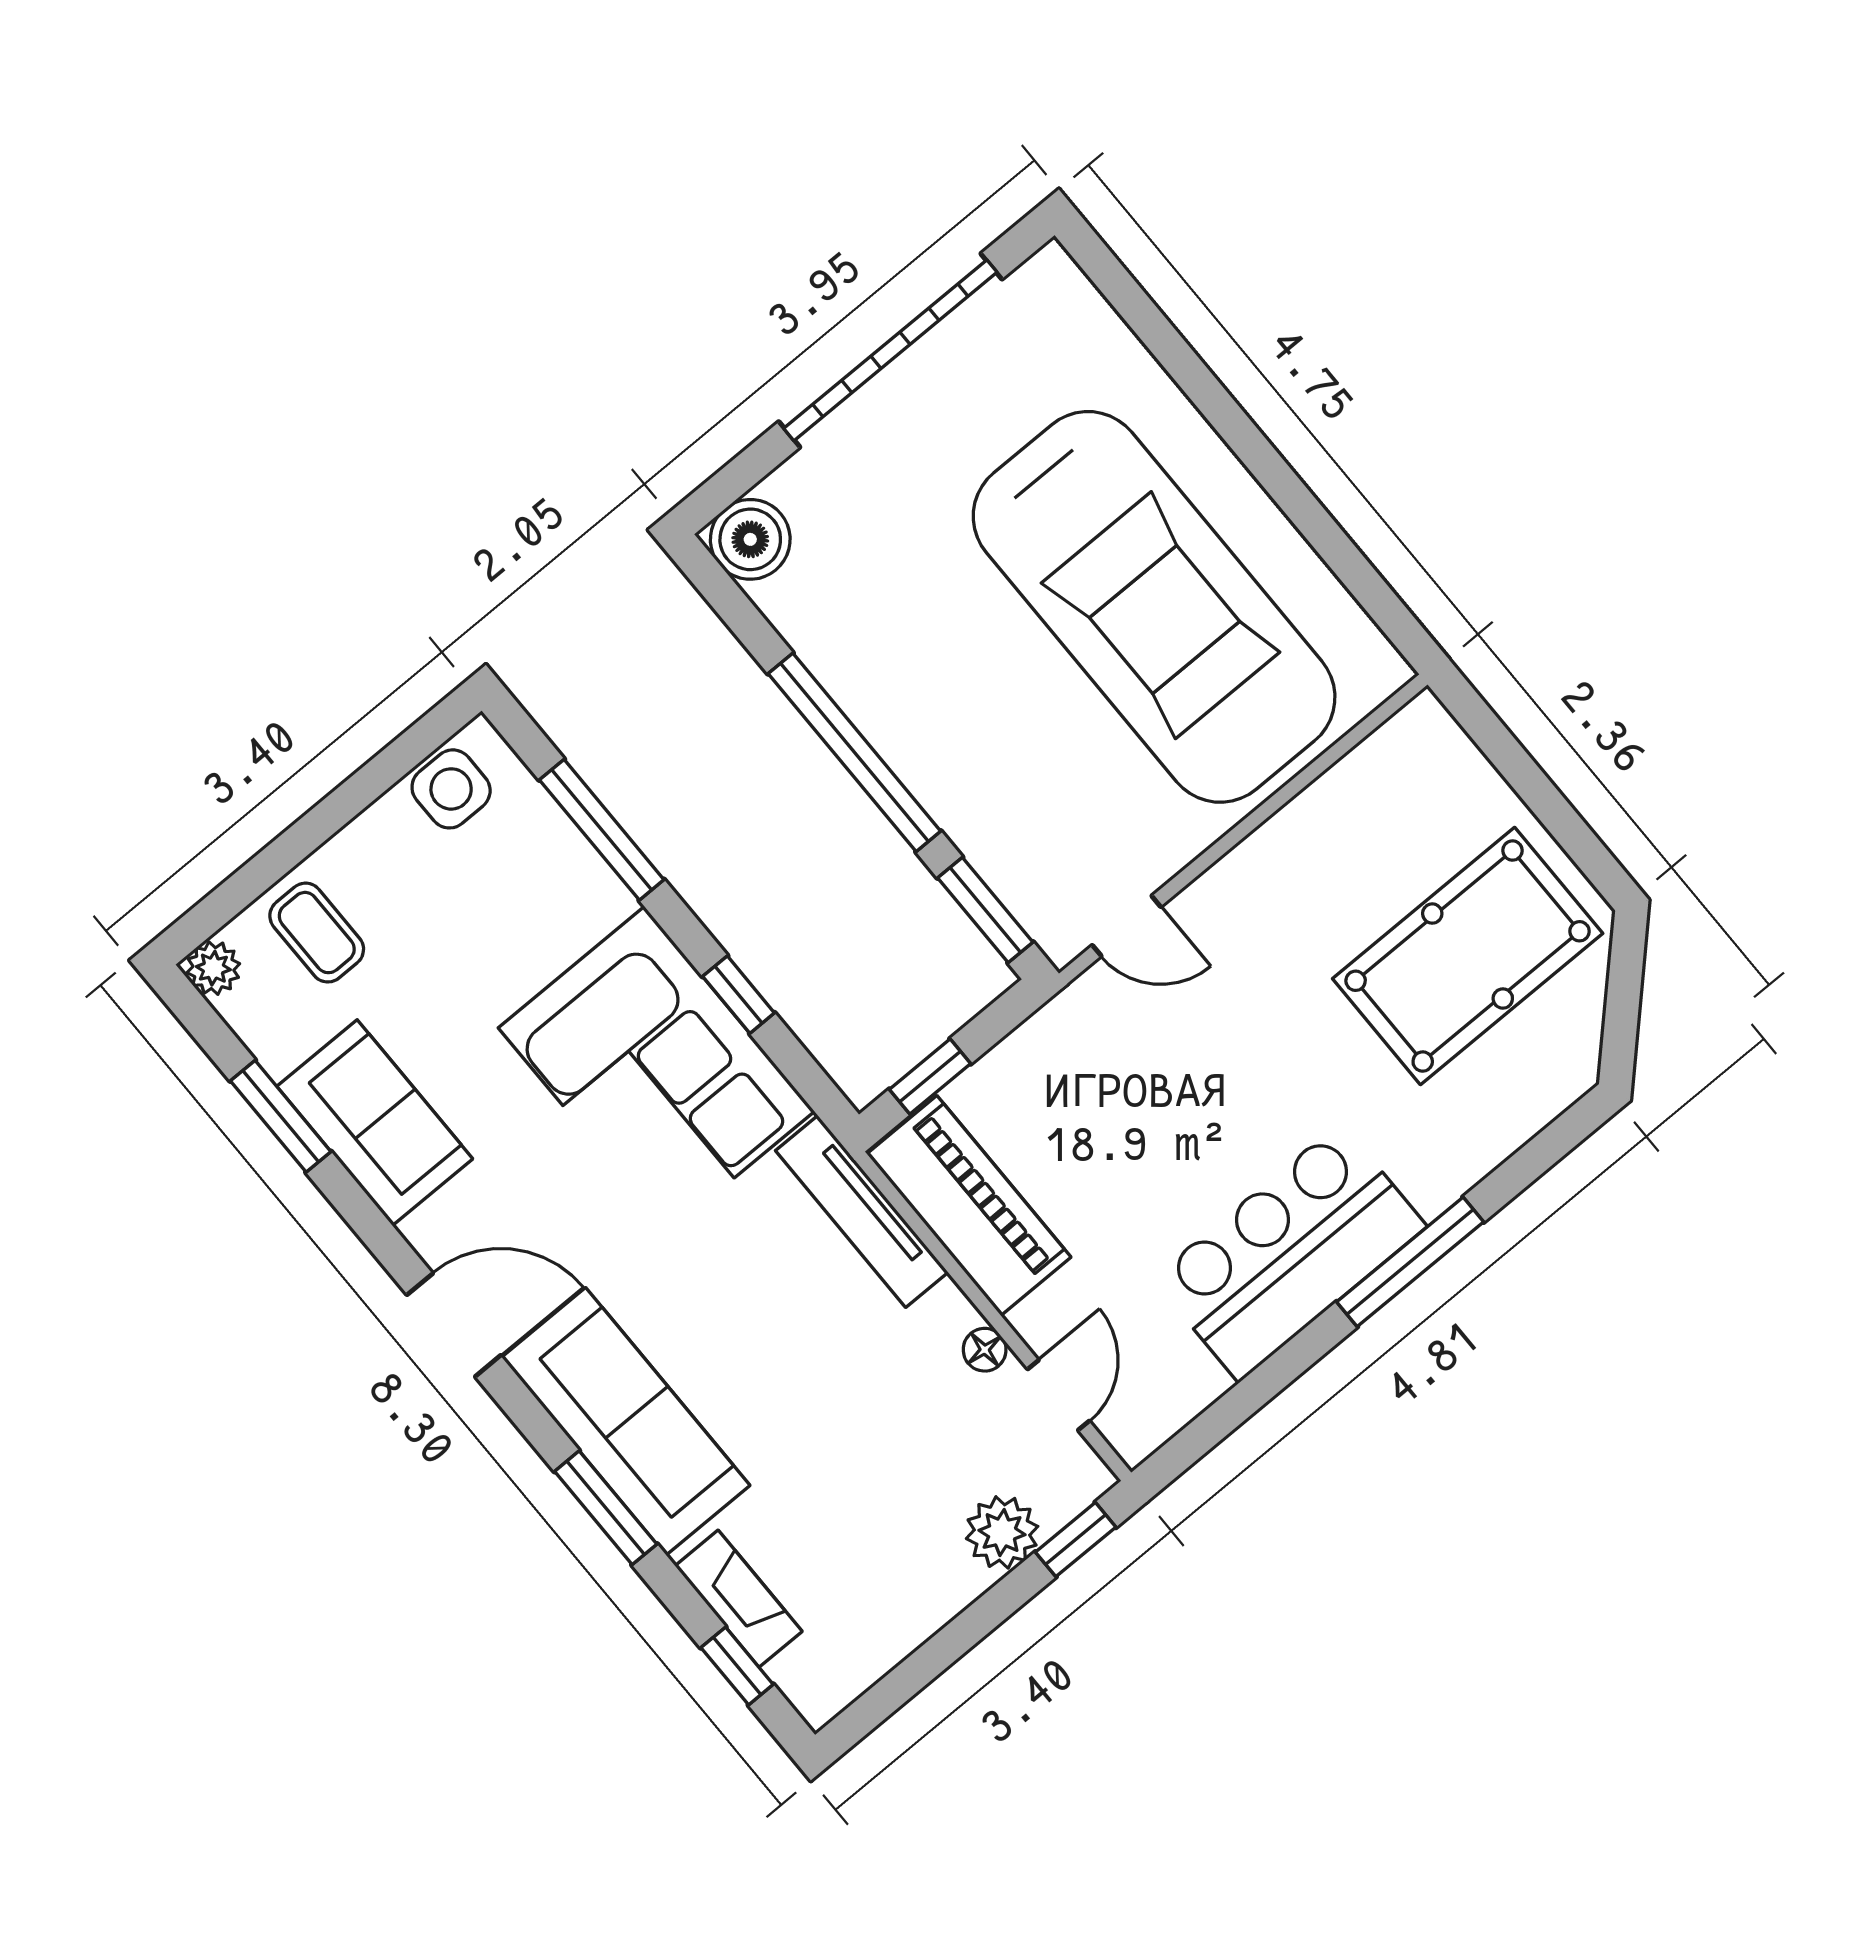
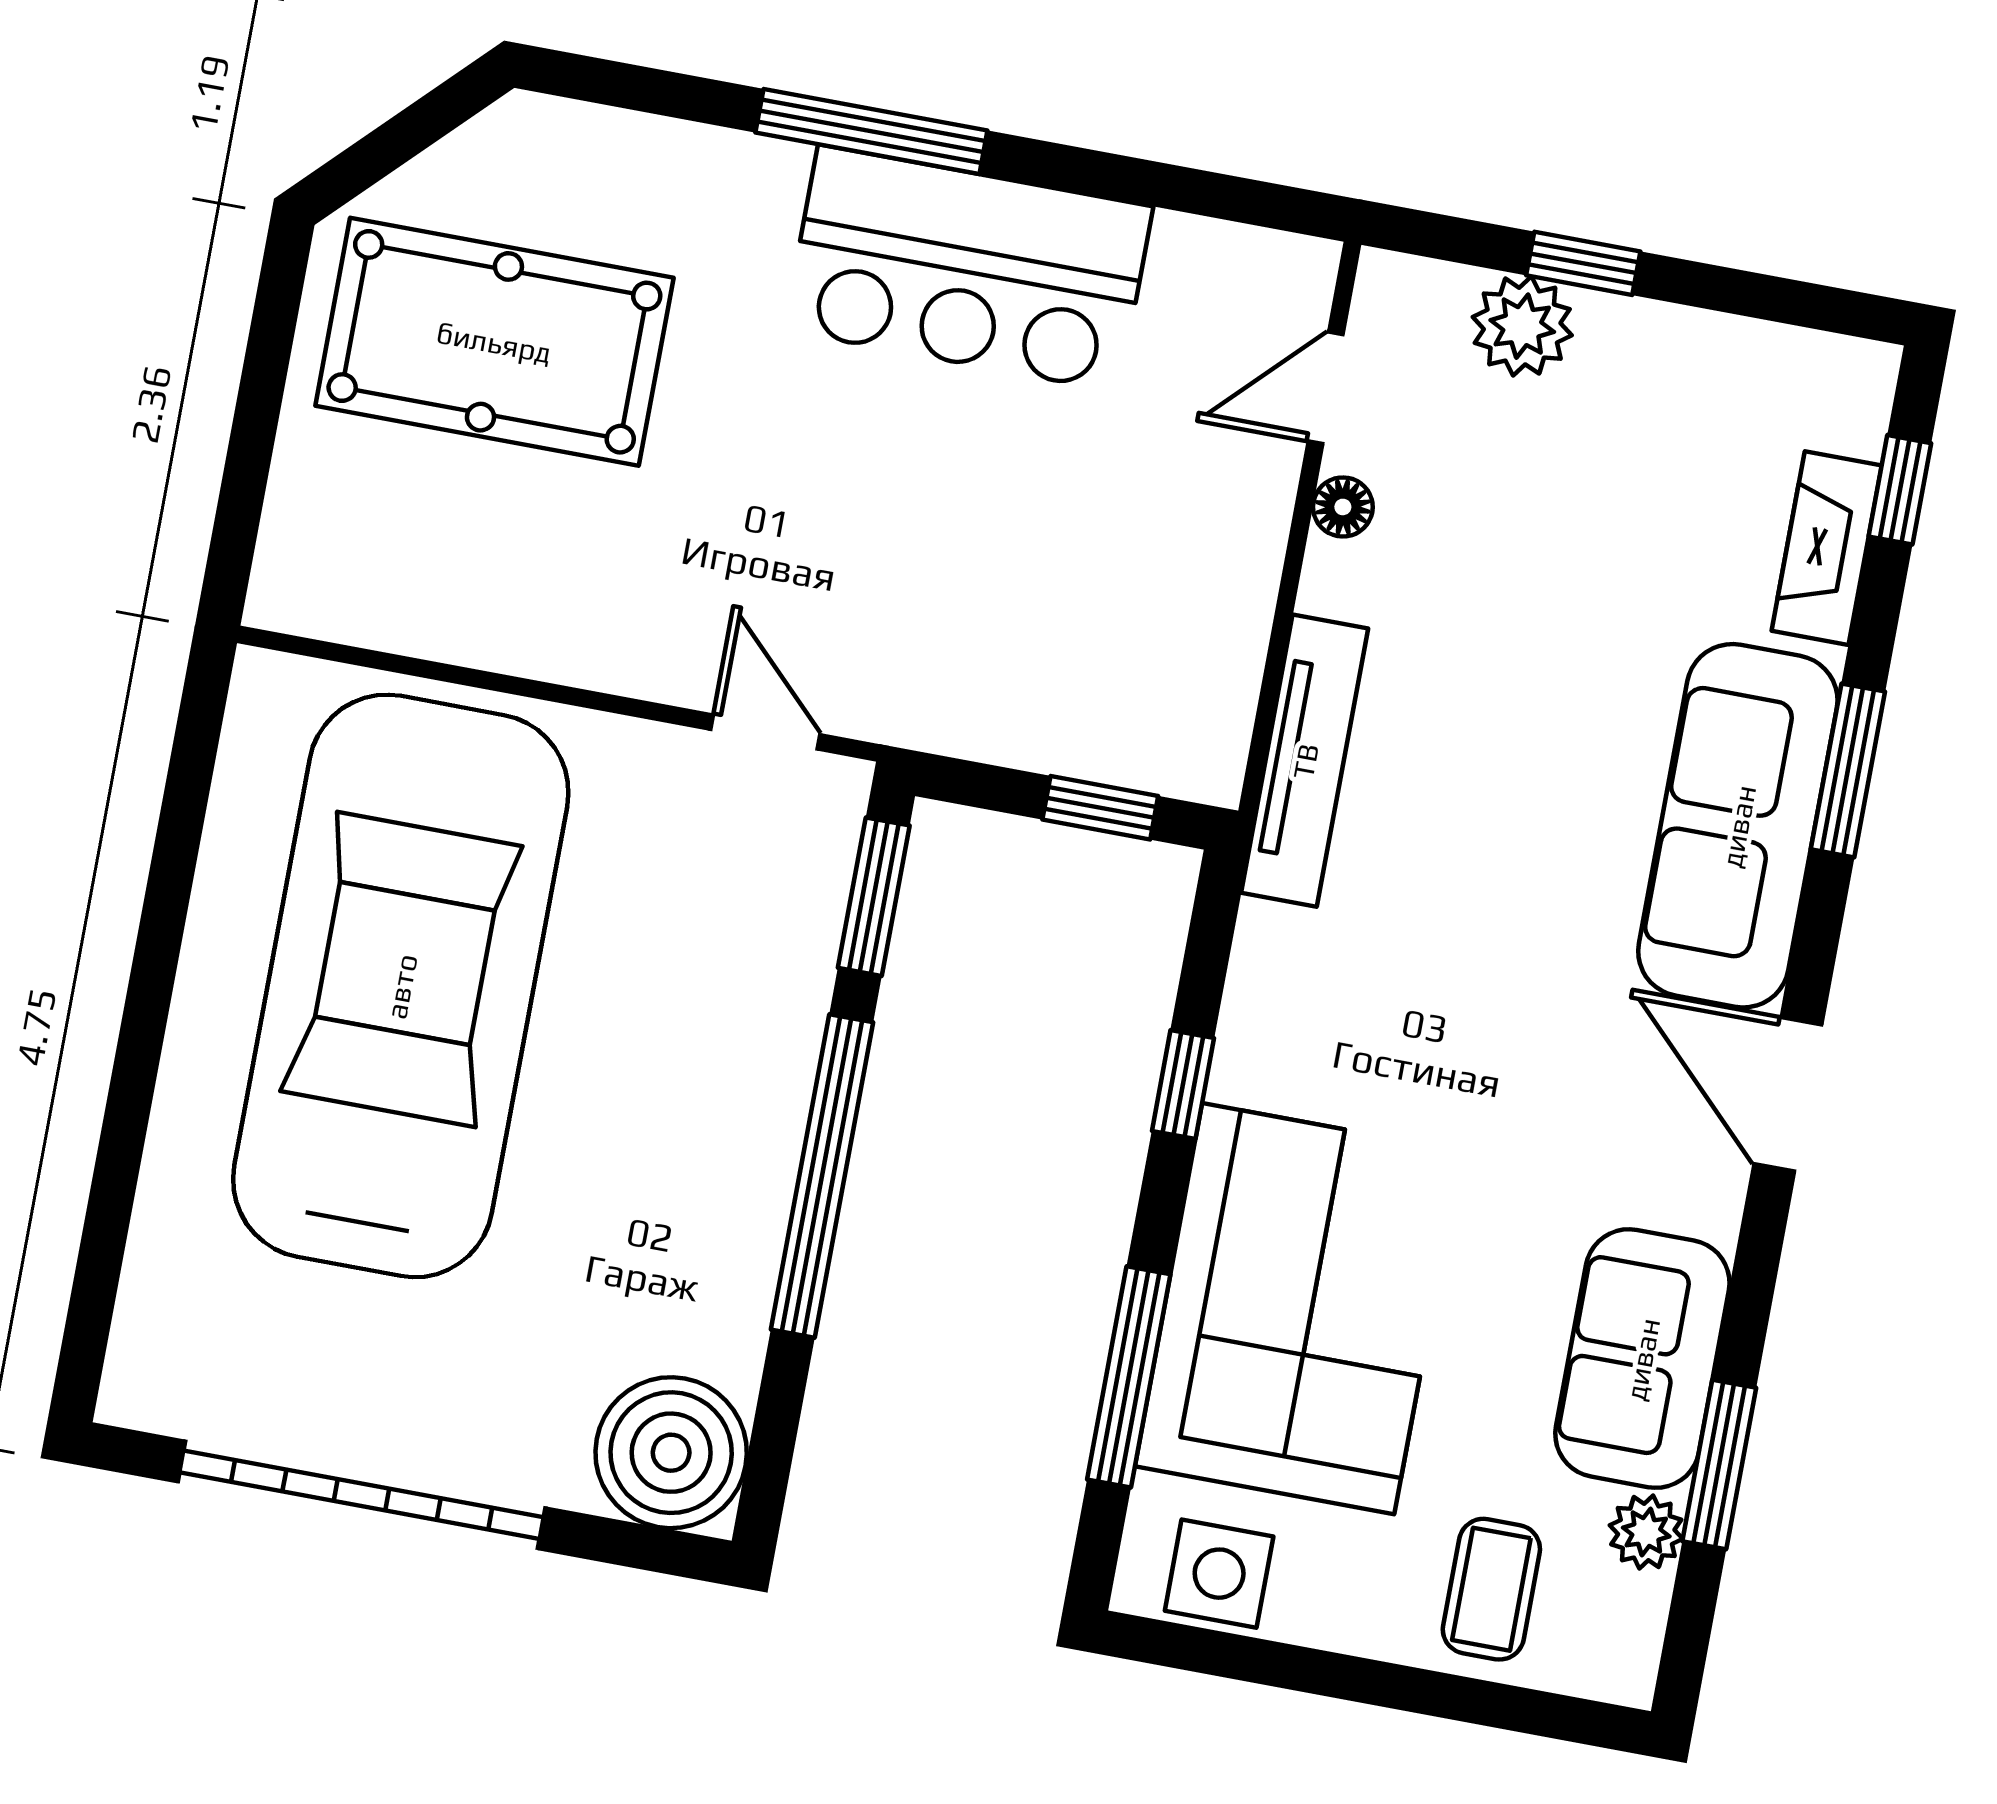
boiler: (750, 539) -> (671, 1453), width x1.37, depth x1.37
plant: (213, 968) -> (1646, 1532), moved
corner sofa: (656, 1070) -> (1298, 1309), moved
piano: (969, 1205) -> (1203, 652), removed
window: (1076, 1540) -> (1583, 263), moved

